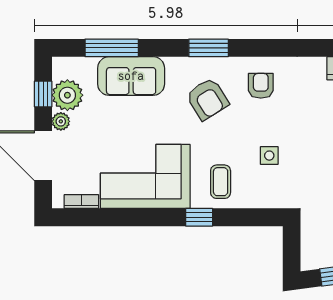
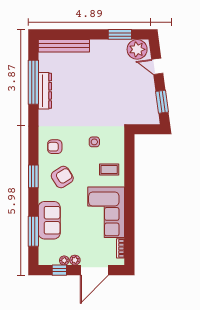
plant: (67, 95) -> (64, 260), width x0.53, depth x0.53
window: (199, 217) -> (129, 182), removed

